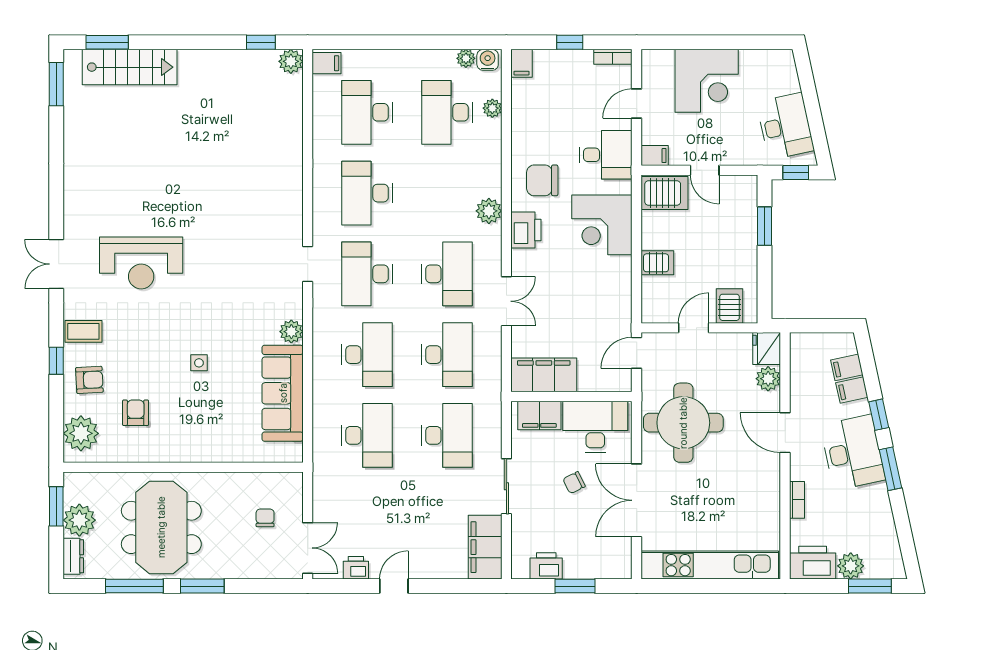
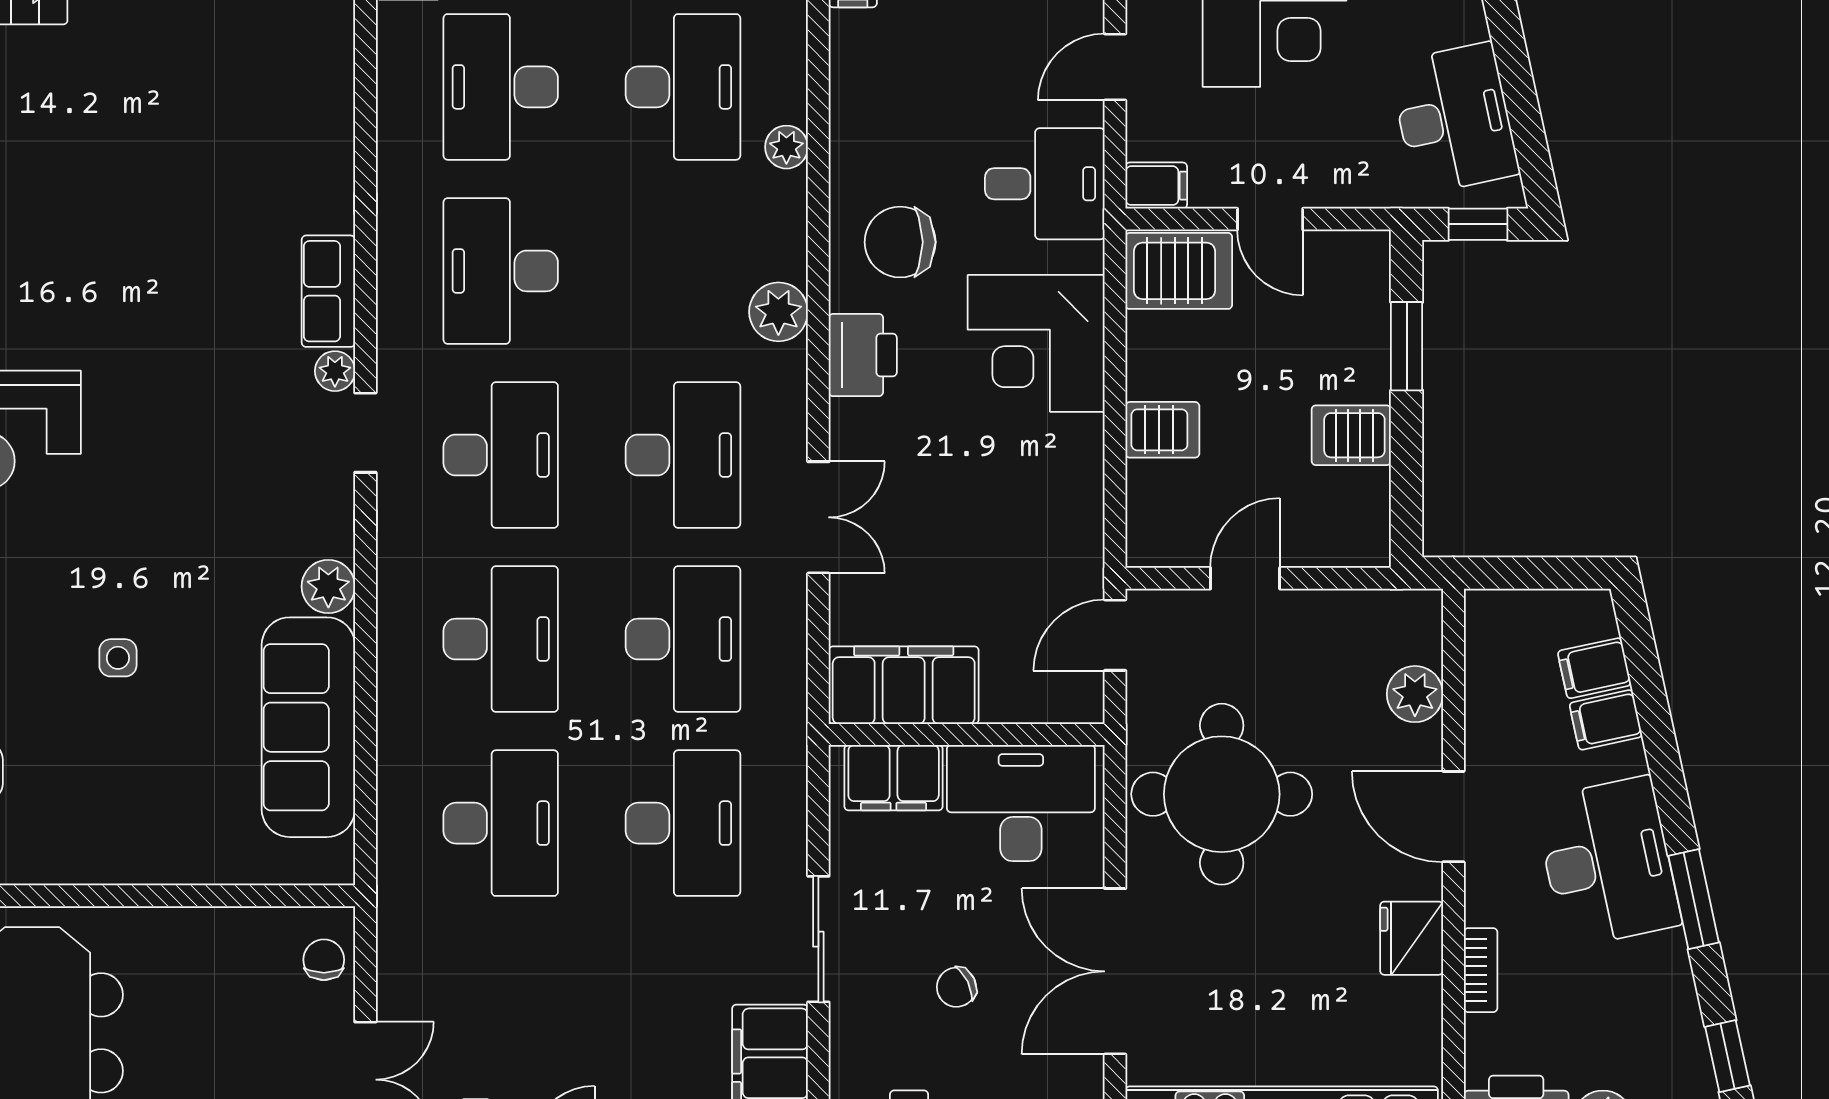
plant: (492, 108) -> (786, 147), moved
desk: (447, 112) -> (683, 87), turned 180
row of seats: (291, 202) -> (328, 291), added
plant: (294, 237) -> (335, 371), added
desk: (367, 274) -> (501, 455), turned 180
server rack: (729, 306) -> (1351, 435), moved, turned -90
fridge: (767, 349) -> (1412, 938), moved
window: (879, 415) -> (1728, 1056), moved
chair: (574, 483) -> (956, 987), moved
chair: (265, 518) -> (324, 960), moved

